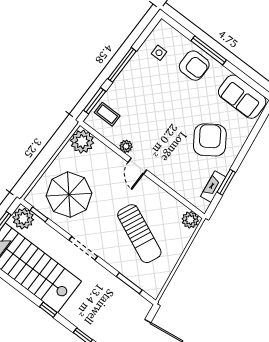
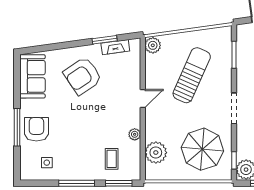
coffee table: (107, 114) -> (112, 159), moved
plant: (82, 142) -> (156, 153), moved
door: (137, 166) -> (143, 99), moved

